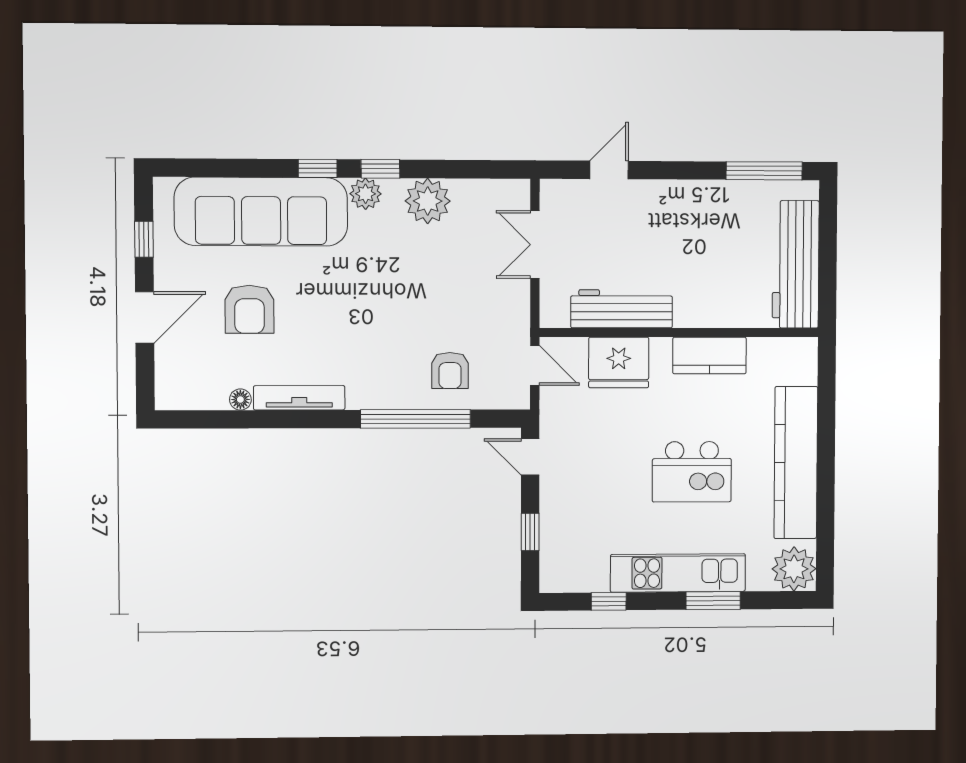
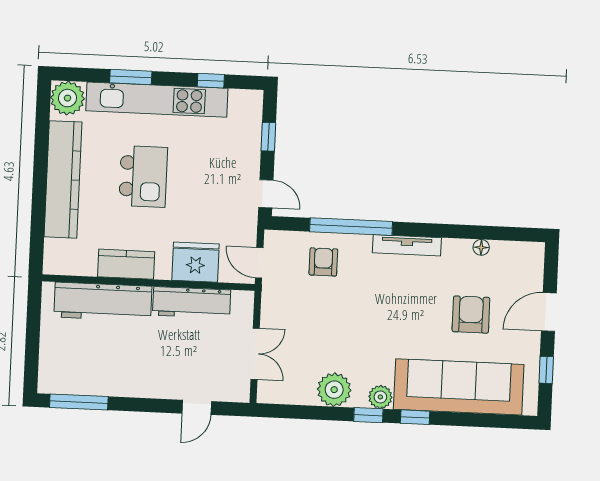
workbench: (796, 264) -> (103, 302), moved, turned 90
tv unit: (299, 398) -> (407, 245), moved
kitchen island: (692, 472) -> (143, 176), turned 90
kitchen unit: (678, 573) -> (157, 100), width x1.36

